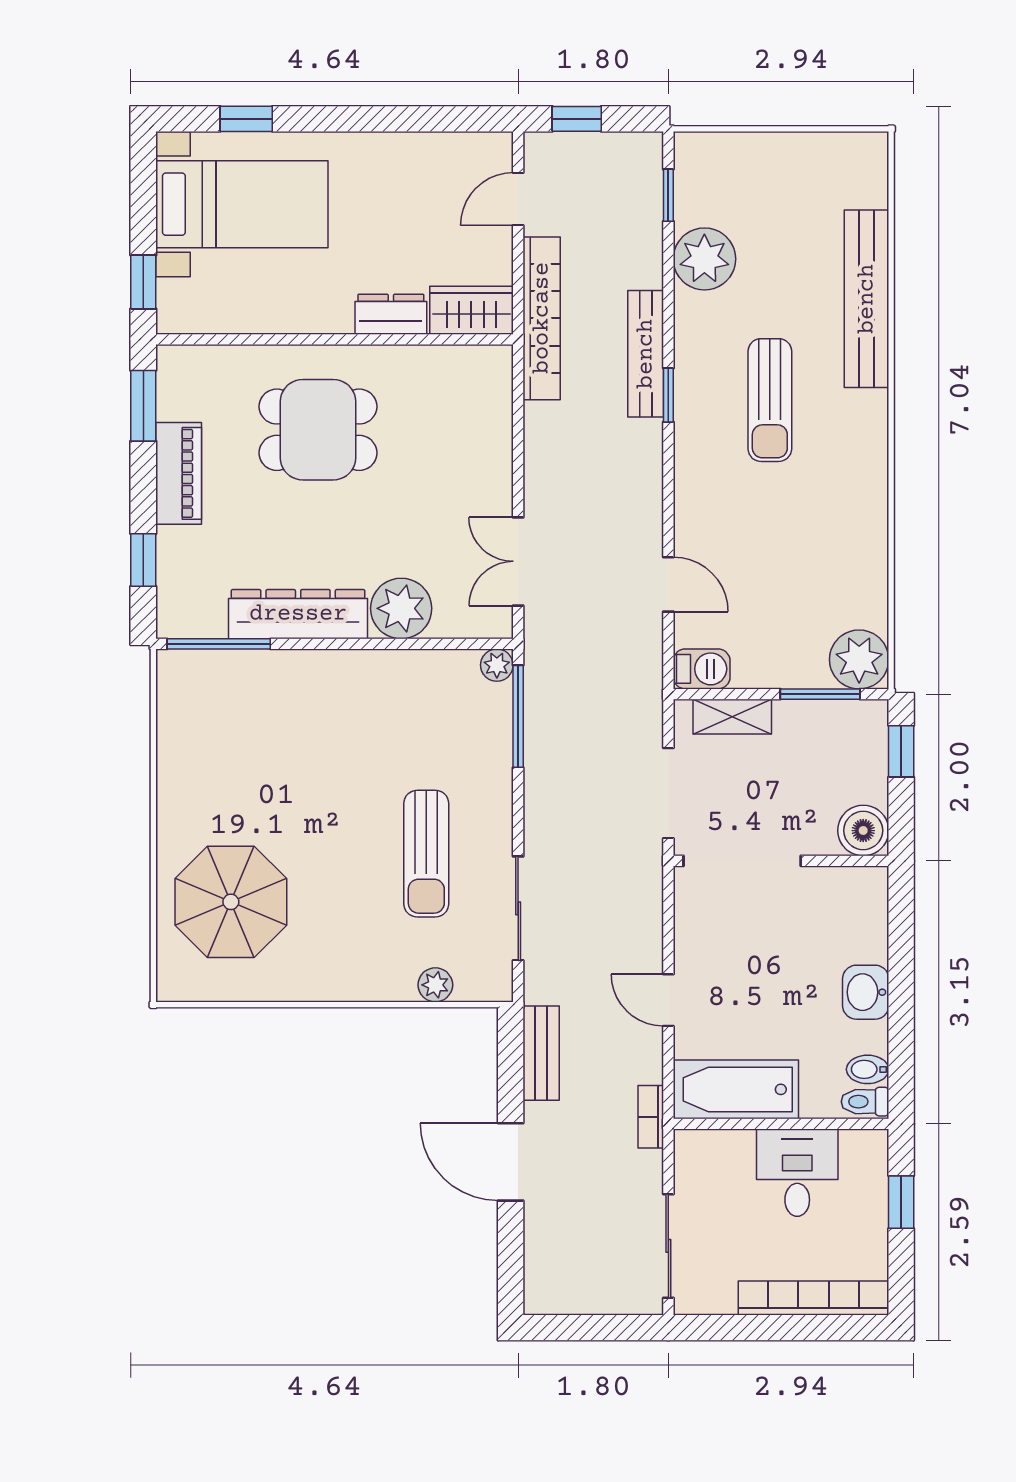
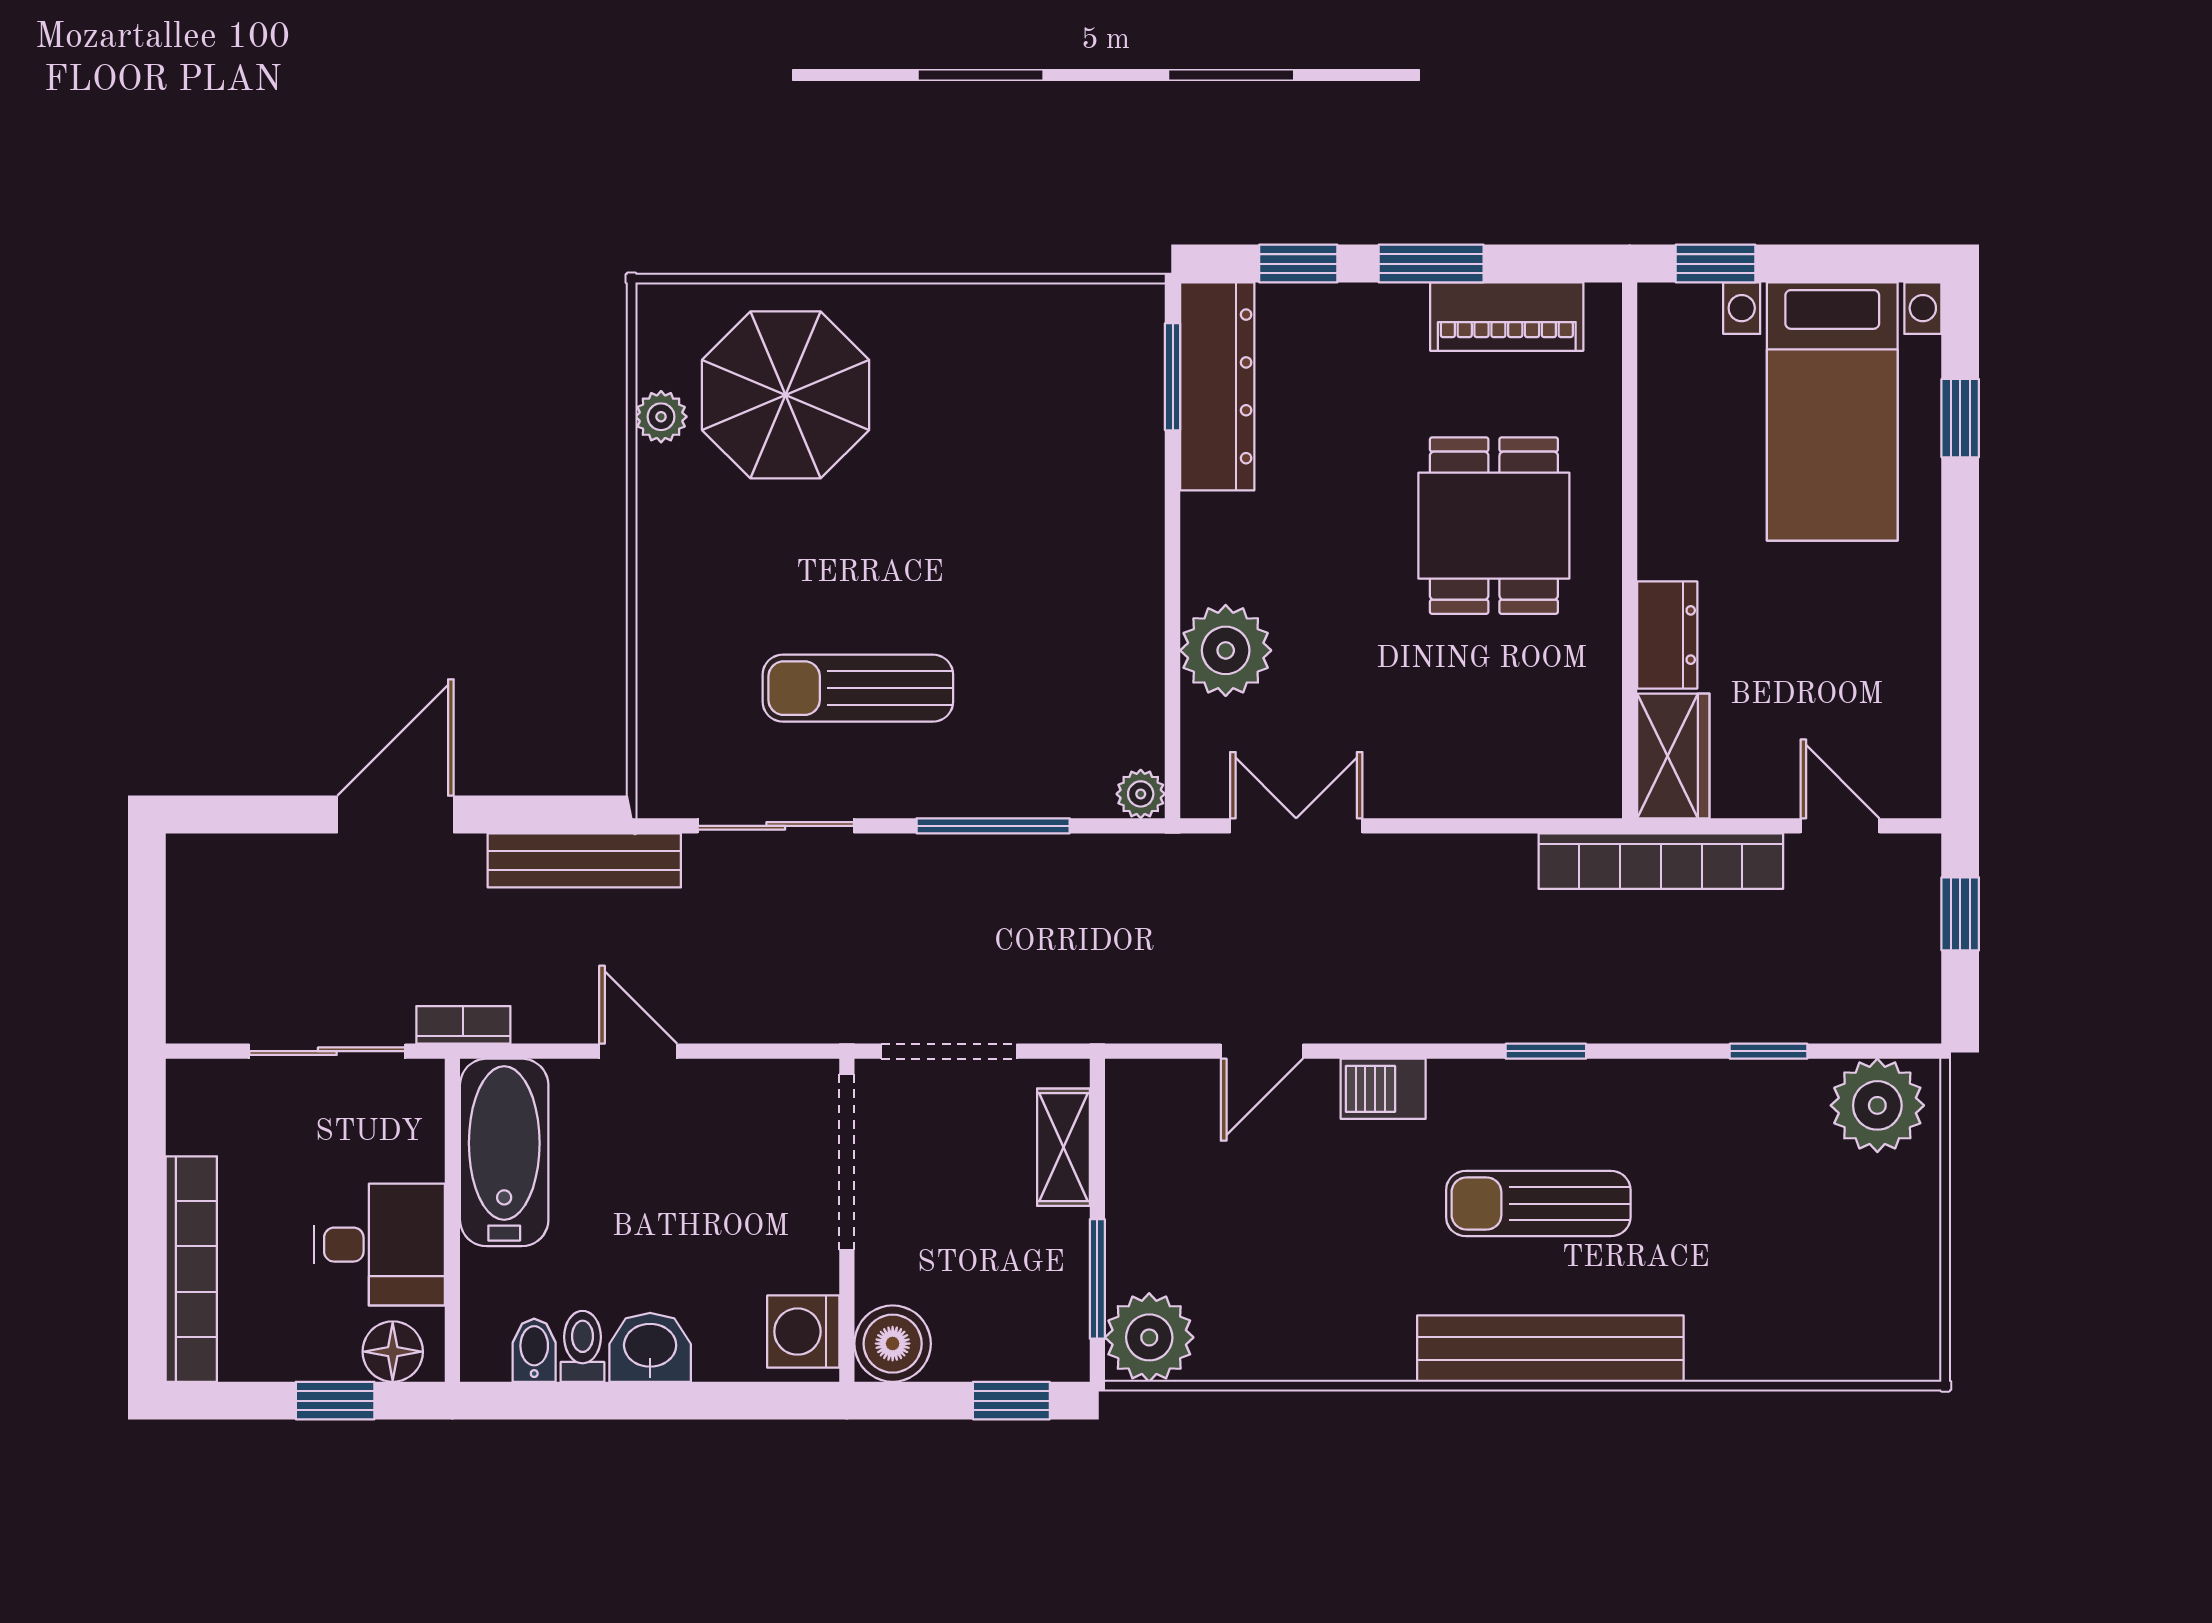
window: (668, 195) -> (1769, 1051), moved
plant: (704, 259) -> (1877, 1105), moved
bench: (867, 299) -> (1550, 1349), moved
bench: (646, 354) -> (1608, 1017), removed
window: (143, 406) -> (1431, 264), moved
piano: (179, 473) -> (1507, 317), moved
dresser: (298, 614) -> (1217, 386), moved
window: (219, 644) -> (1173, 377), width x0.69
barbecue: (702, 669) -> (1383, 1089), moved, turned 90
window: (518, 716) -> (993, 826), moved
washing machine: (855, 890) -> (803, 1332), added
plant: (435, 985) -> (661, 417), moved
door: (668, 1000) -> (638, 1051), hinge flipped
bench: (541, 1053) -> (584, 860), width x1.36
toilet: (865, 1102) -> (583, 1346), moved
floor lamp: (869, 1164) -> (393, 1352), added
sliding door: (668, 1246) -> (327, 1051), moved

